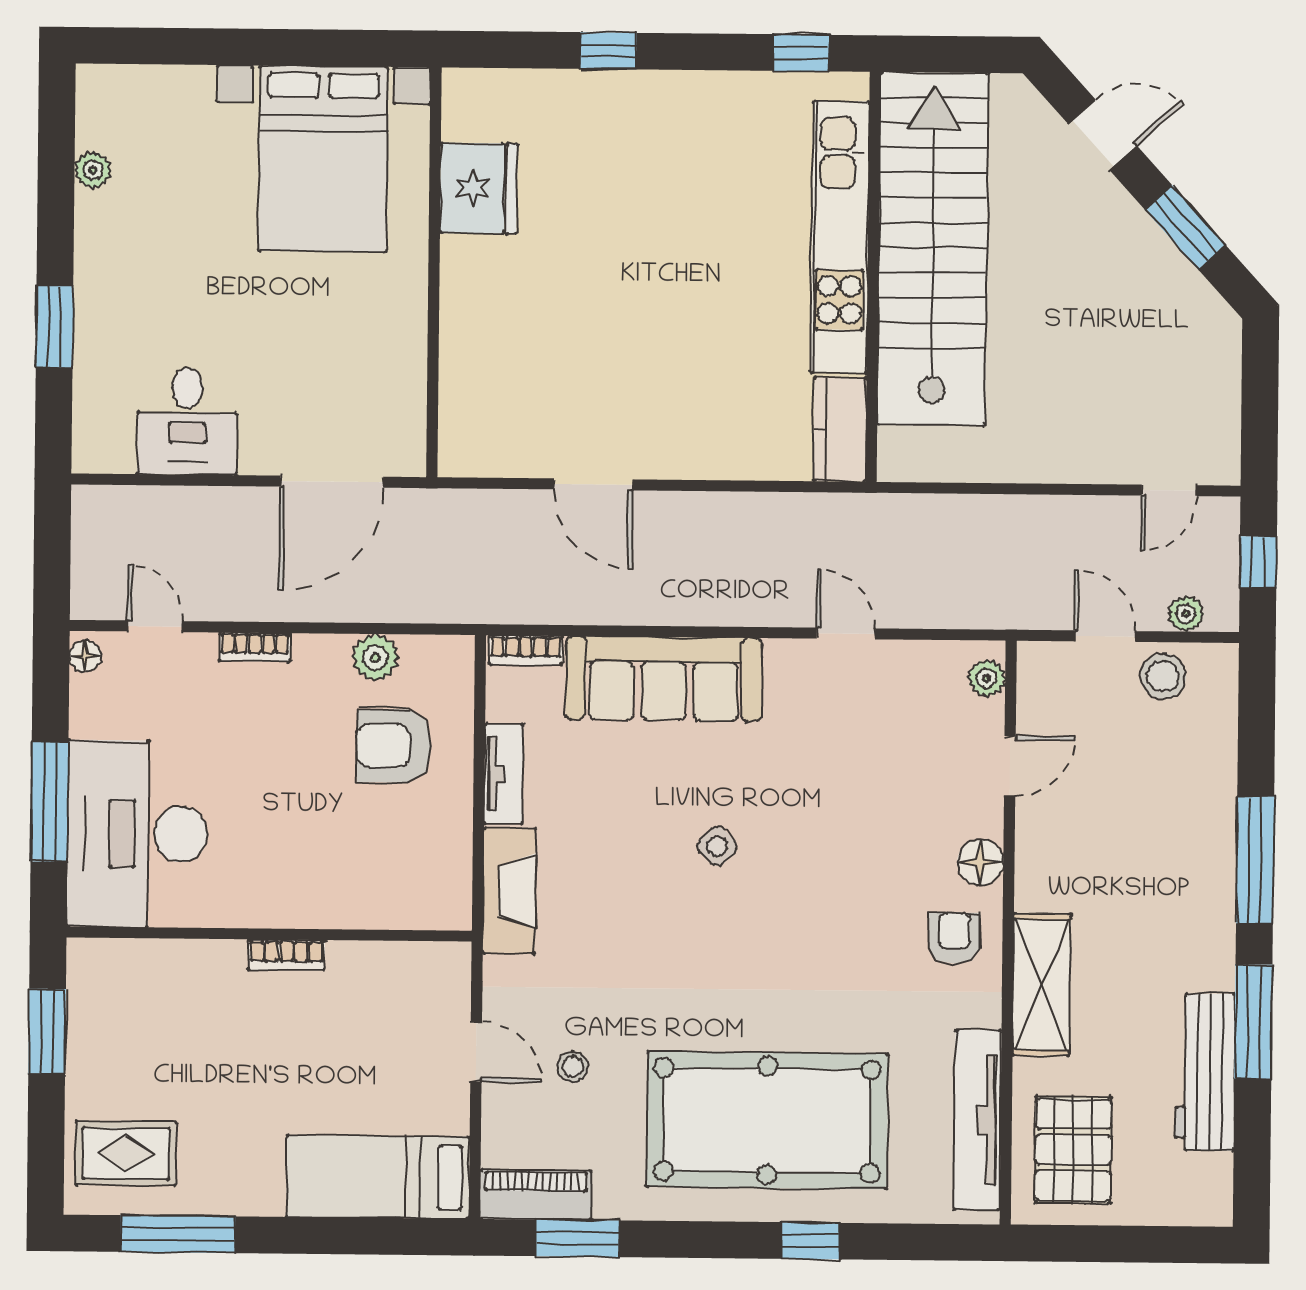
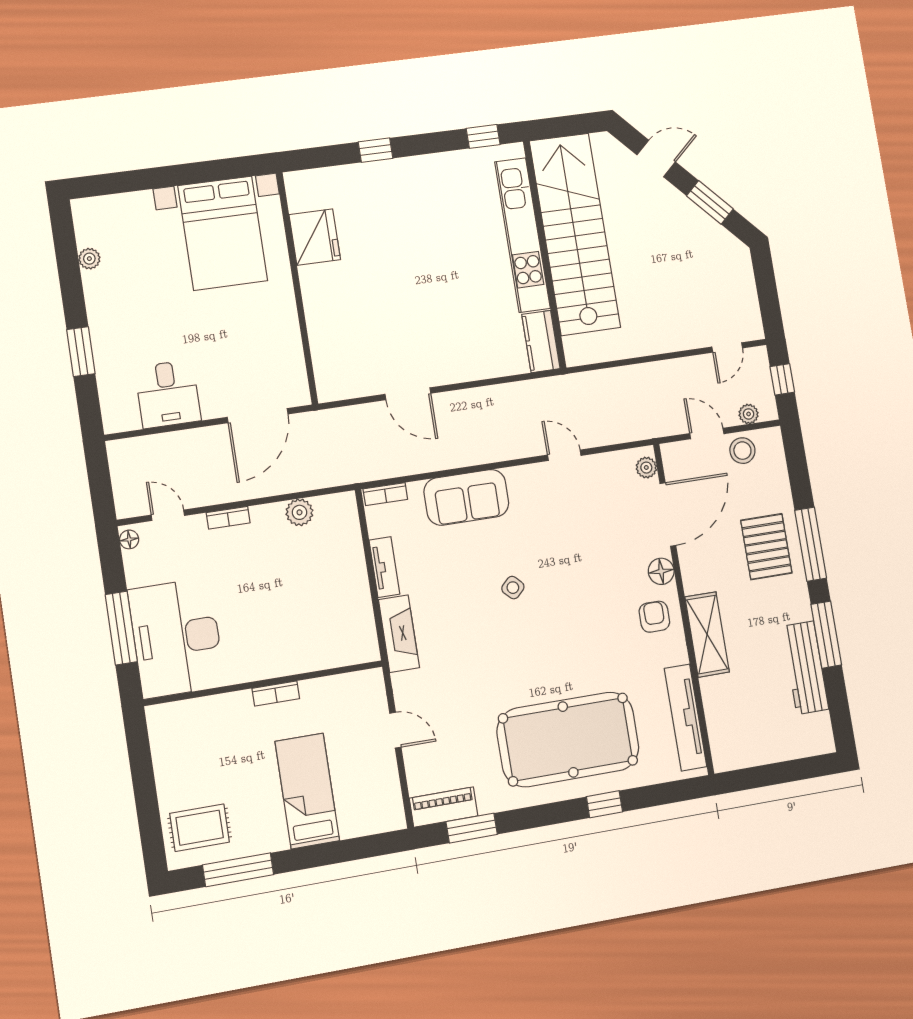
sofa: (664, 679) -> (466, 497), width x0.73
armchair: (394, 746) -> (319, 561), removed
door: (1010, 766) -> (668, 514), width x1.87
window: (47, 1031) -> (141, 764), removed
stool: (573, 1067) -> (452, 729), removed
pallet: (1073, 1150) -> (766, 547), moved
bed: (378, 1177) -> (307, 791), moved, turned 90

